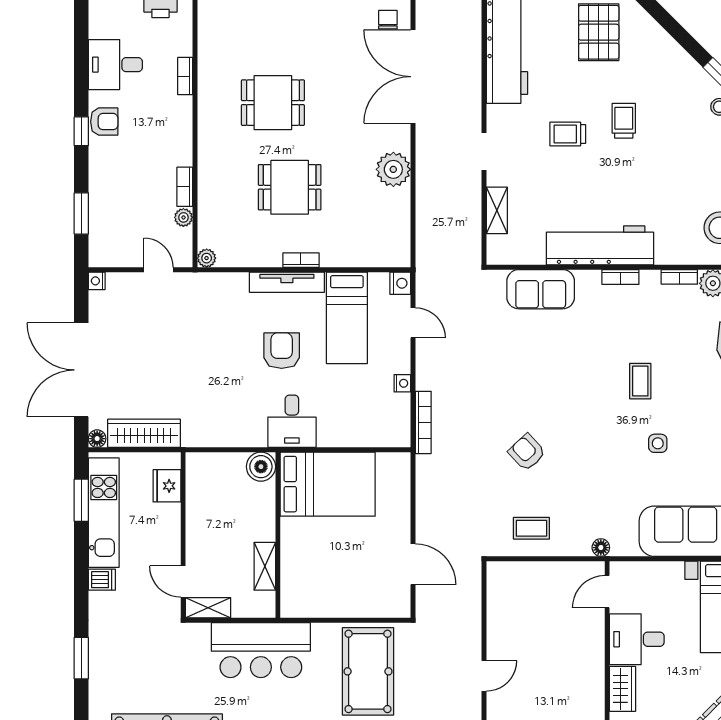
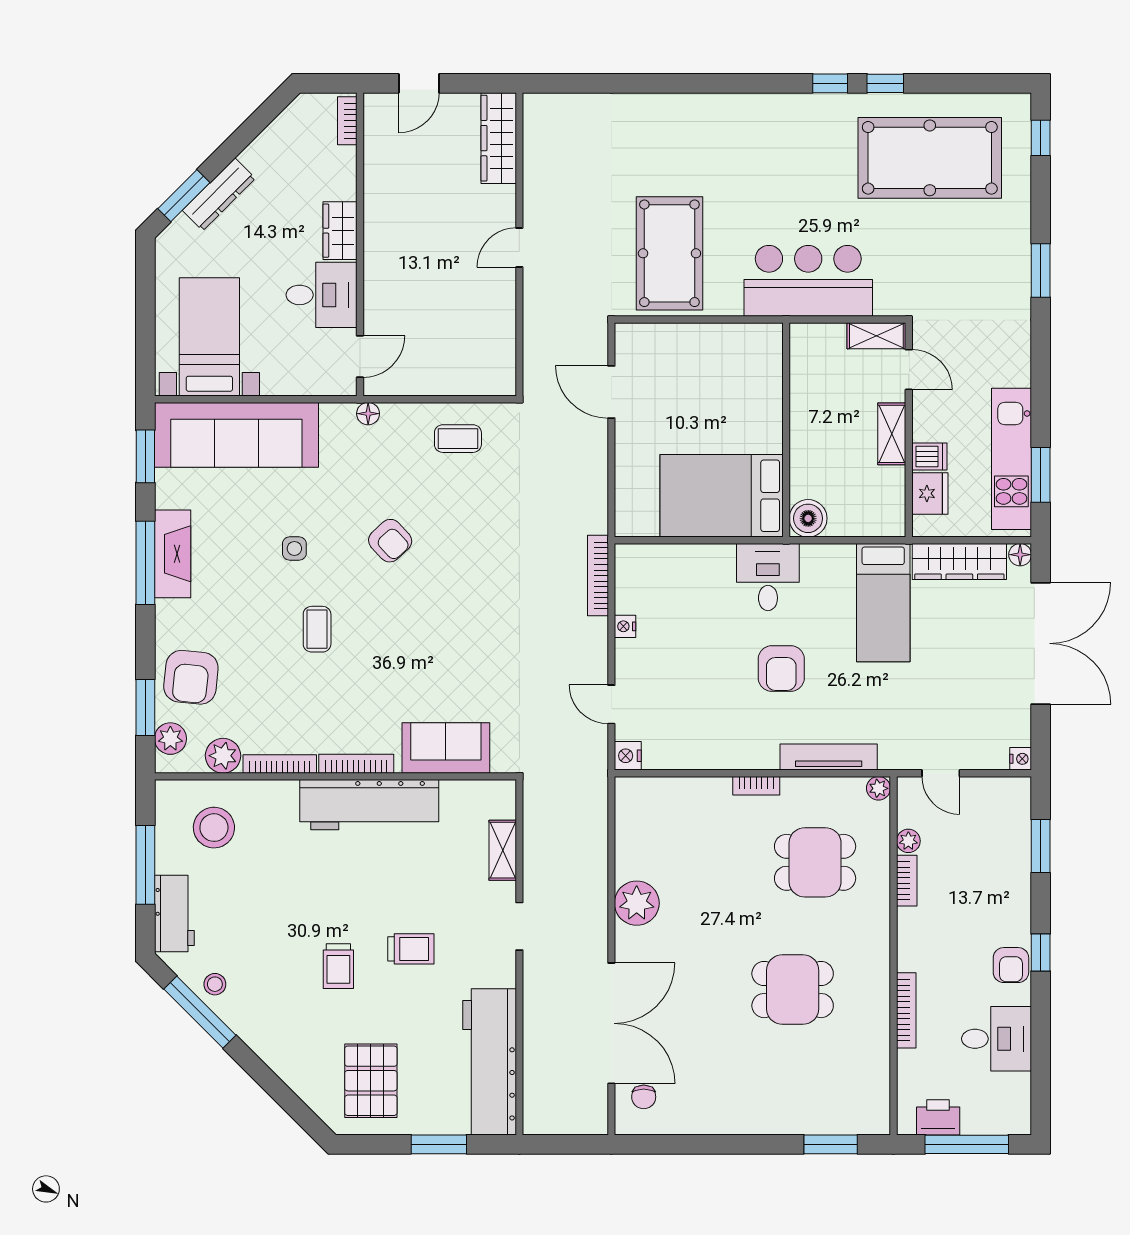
bookcase: (185, 76) -> (906, 1010), width x1.56
armchair: (104, 122) -> (1011, 965), turned -90
dining table: (290, 187) -> (815, 862), moved
bookcase: (620, 277) -> (356, 764), width x1.56
bookcase: (679, 277) -> (280, 764), width x1.56
tv unit: (287, 282) -> (829, 757), moved
bed: (347, 318) -> (883, 603), moved, turned 180
armchair: (527, 452) -> (390, 541), moved
shelving: (265, 566) -> (892, 434), moved
dishwasher: (102, 580) -> (929, 457), moved, turned 180

